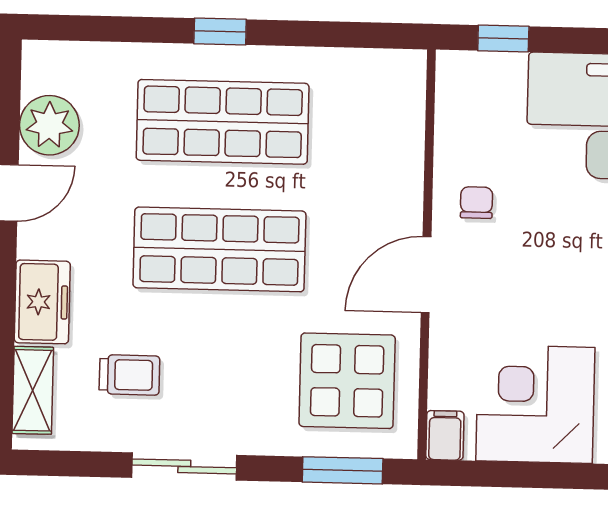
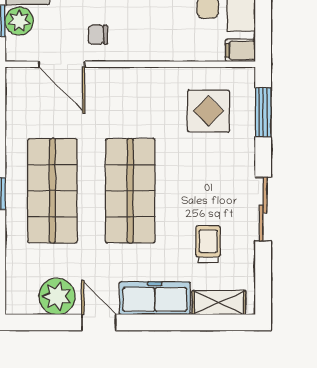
plant: (502, 74) -> (19, 21), added
door: (426, 275) -> (62, 64), moved
freezer: (42, 302) -> (155, 298), width x1.40
display table: (347, 381) -> (208, 111), width x0.73, depth x0.73

